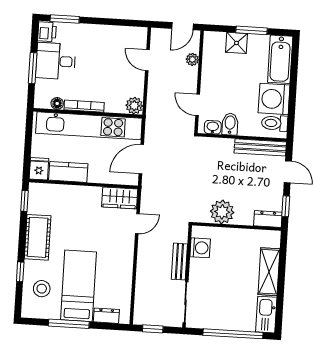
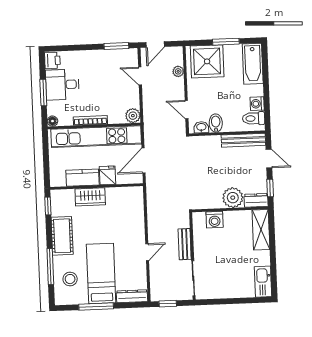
window: (65, 19) -> (116, 46), moved
door: (183, 26) -> (155, 45), moved
shower: (237, 43) -> (207, 61), width x1.86, depth x1.86
washing machine: (274, 99) -> (257, 104), width x0.53, depth x0.53
floor lamp: (57, 103) -> (52, 121), moved
fridge: (39, 169) -> (108, 175), moved
wardrobe: (120, 198) -> (90, 197), moved
plant: (222, 212) -> (233, 198), moved
door: (137, 224) -> (147, 252), moved
washing machine: (200, 248) -> (215, 220), moved, turned 90
window: (20, 272) -> (50, 267), width x2.17
shelving: (269, 272) -> (261, 230), moved
dresser: (106, 316) -> (132, 296), width x1.44
window: (233, 334) -> (236, 301), removed

